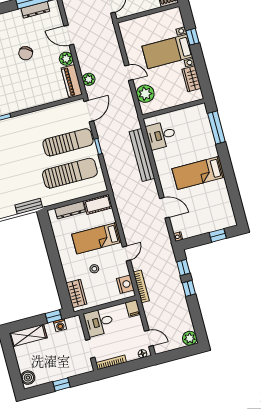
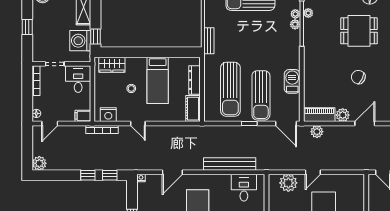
barbecue: (47, 116) -> (292, 81), added
bed: (97, 238) -> (158, 80), moved, turned 180
washing machine: (60, 325) -> (80, 41), width x1.89, depth x1.89

